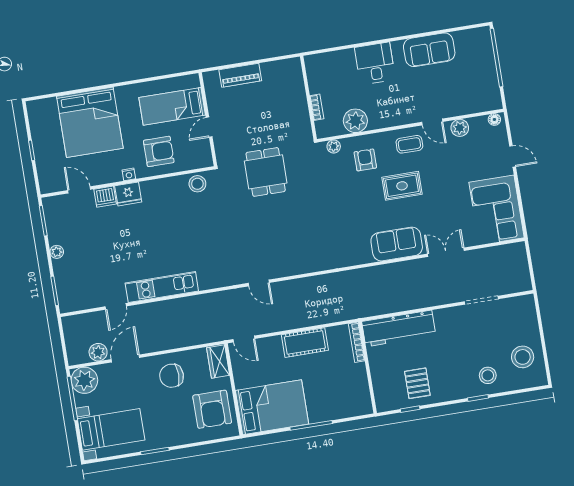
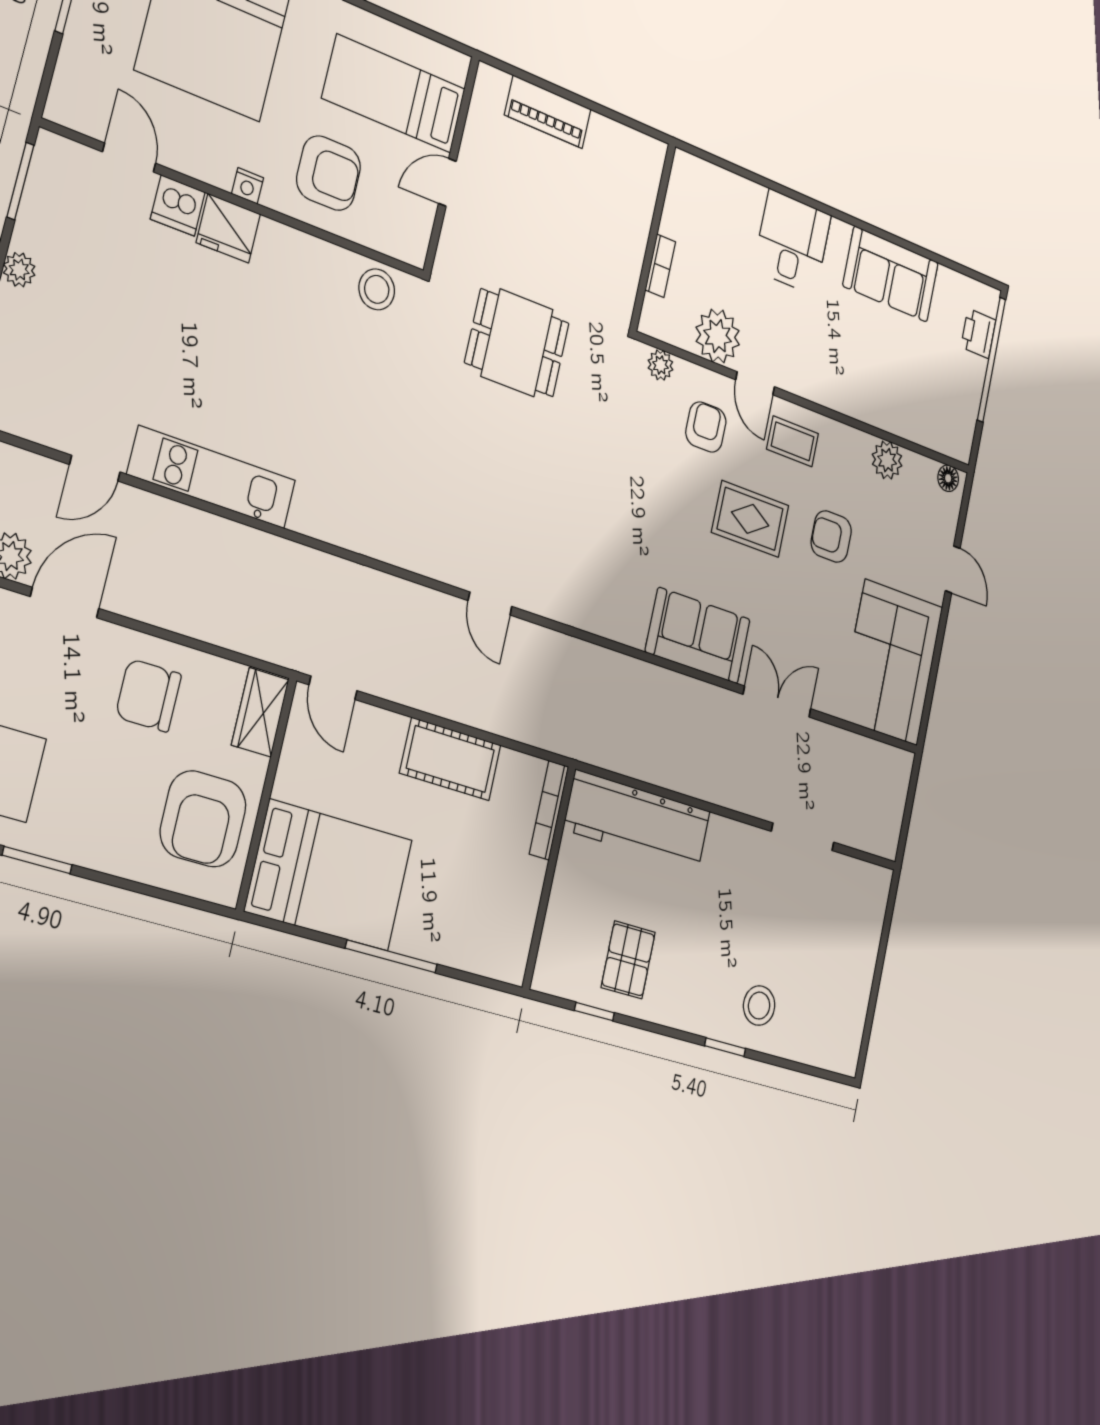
printer: (485, 50) -> (978, 333), added
door: (432, 122) -> (755, 383), moved
dining table: (266, 172) -> (517, 343), turned 90
armchair: (445, 173) -> (831, 537), added
door: (259, 283) -> (490, 603), moved
stool: (523, 357) -> (832, 996), removed

